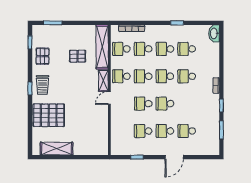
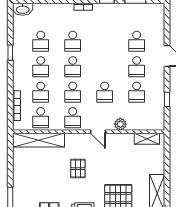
pallet: (78, 56) -> (78, 169), moved
shelving: (103, 81) -> (147, 139), moved
school desk: (165, 104) -> (105, 67), removed
plant: (116, 117) -> (120, 124), added

